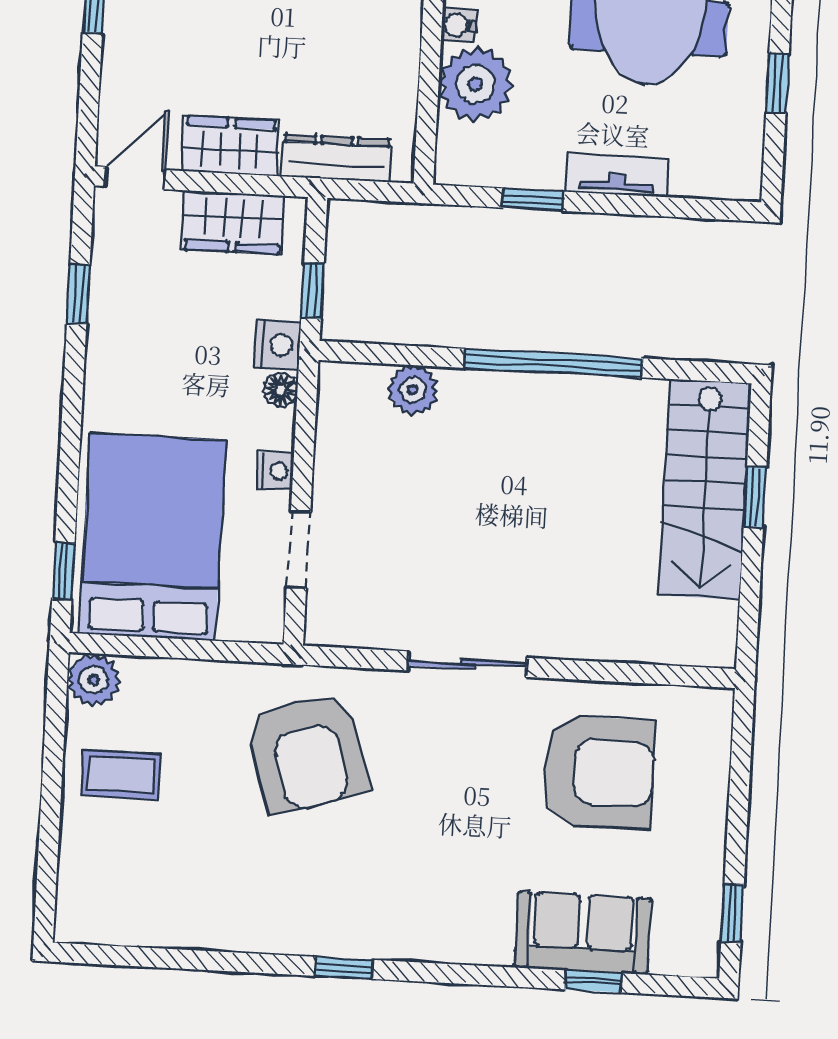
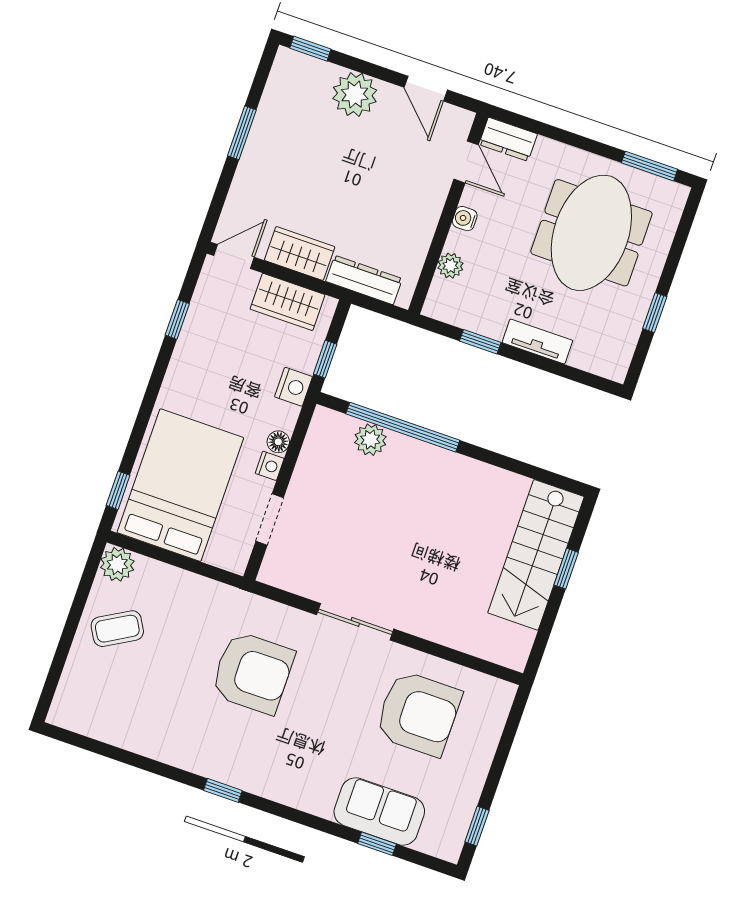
plant: (475, 84) -> (450, 266), width x0.53, depth x0.53
window: (553, 363) -> (403, 427), moved
floor lamp: (281, 390) -> (278, 442), moved
armchair: (307, 752) -> (253, 673), moved, turned -73
coffee table: (120, 774) -> (117, 629), turned -30

